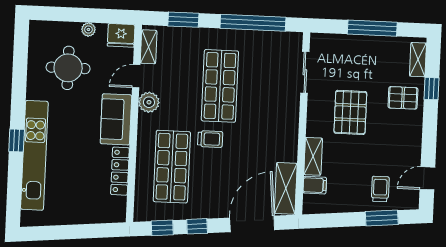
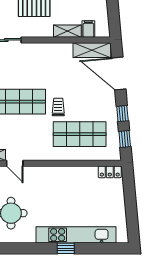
plant: (149, 102) -> (33, 153), removed
sofa: (116, 119) -> (47, 176), removed
locker: (120, 171) -> (110, 172), moved, width x0.66

